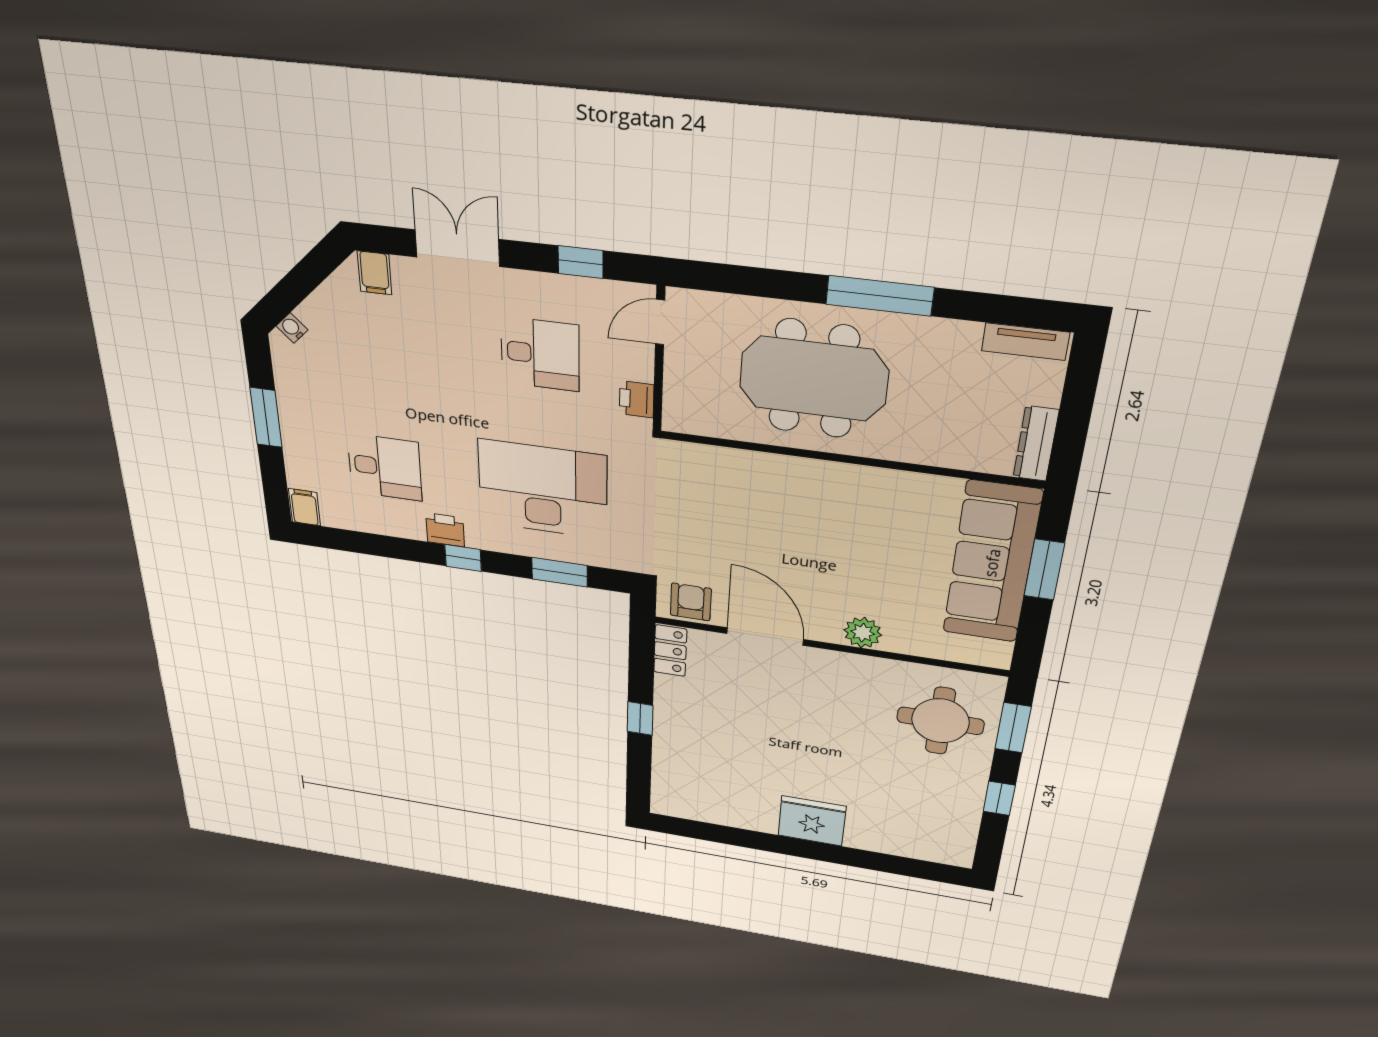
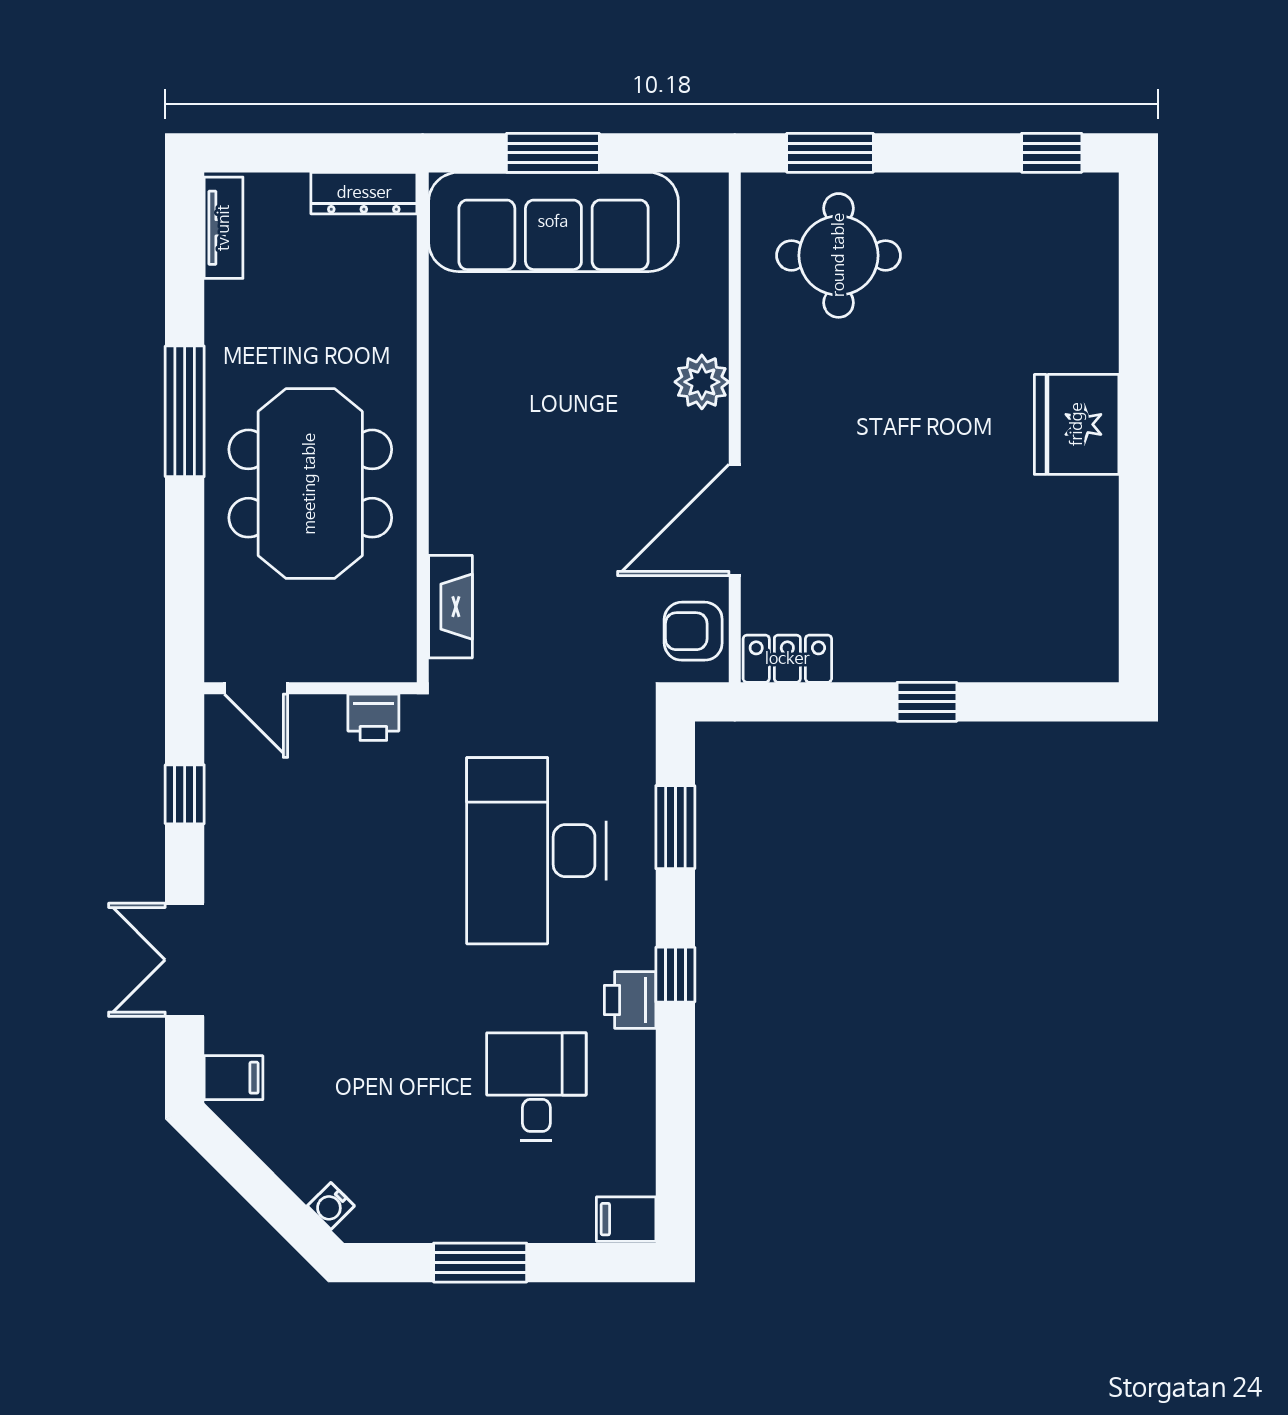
desk: (540, 354) -> (324, 851), removed
fireplace: (715, 460) -> (450, 607), added
window: (999, 798) -> (1052, 153), moved

